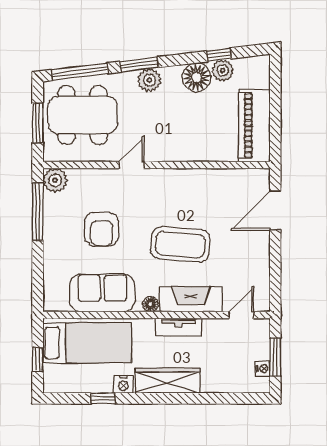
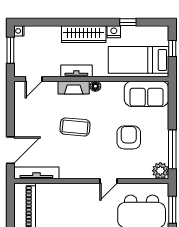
tv unit: (237, 177) -> (36, 173), added
coffee table: (180, 244) -> (75, 127), width x0.73, depth x0.76
sofa: (102, 293) -> (147, 94), moved
fireplace: (191, 299) -> (74, 88), width x0.73, depth x0.76
nightstand: (263, 369) -> (19, 31), moved

